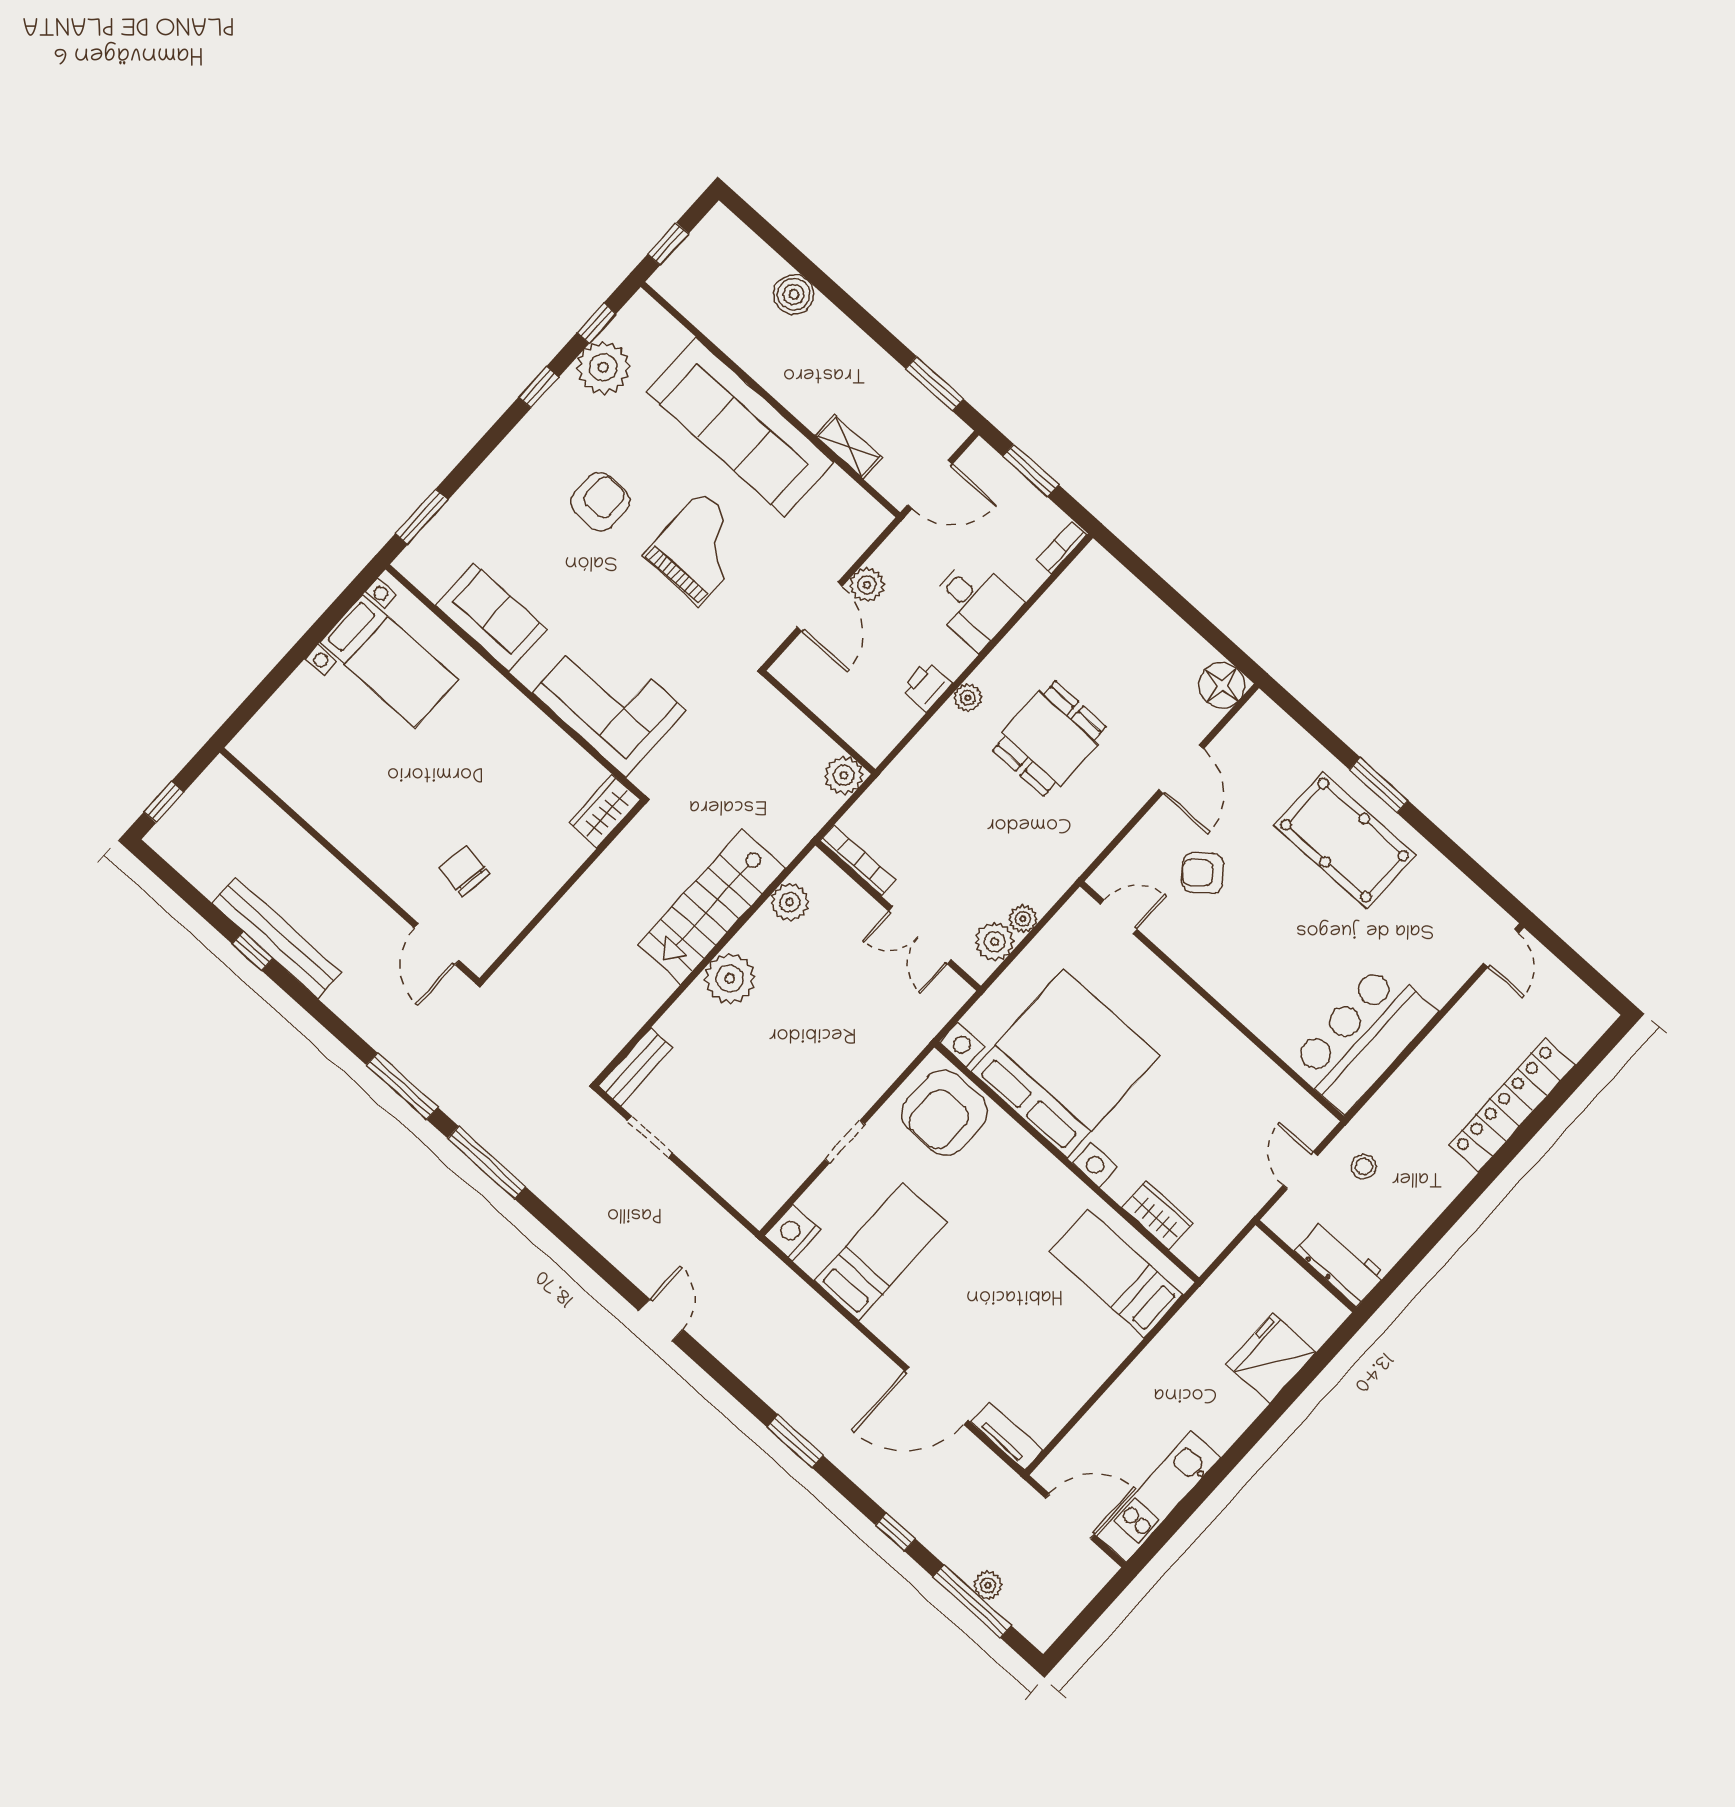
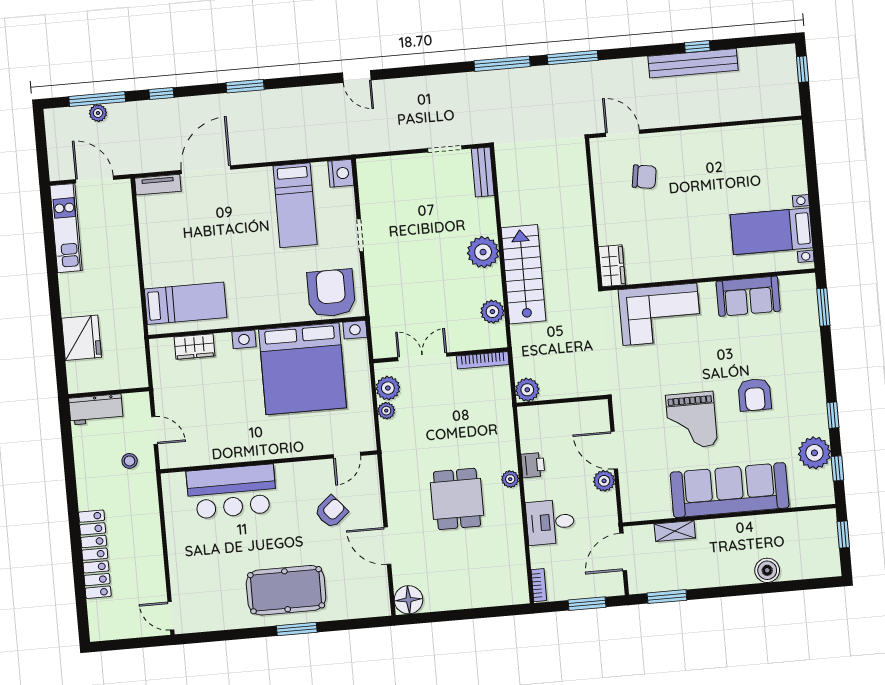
bar counter: (1363, 1038) -> (232, 492), moved, turned 90
door: (1070, 1516) -> (95, 179), swing flipped

